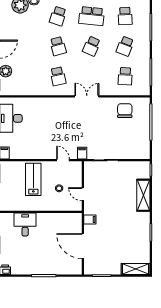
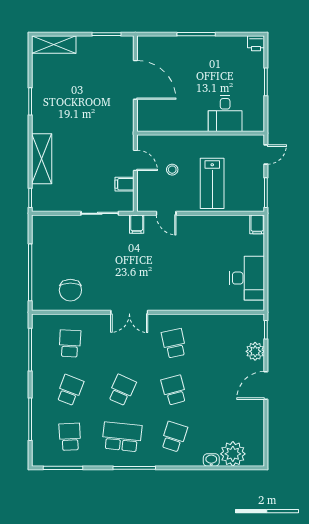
filing cabinet: (90, 220) -> (124, 184), moved

